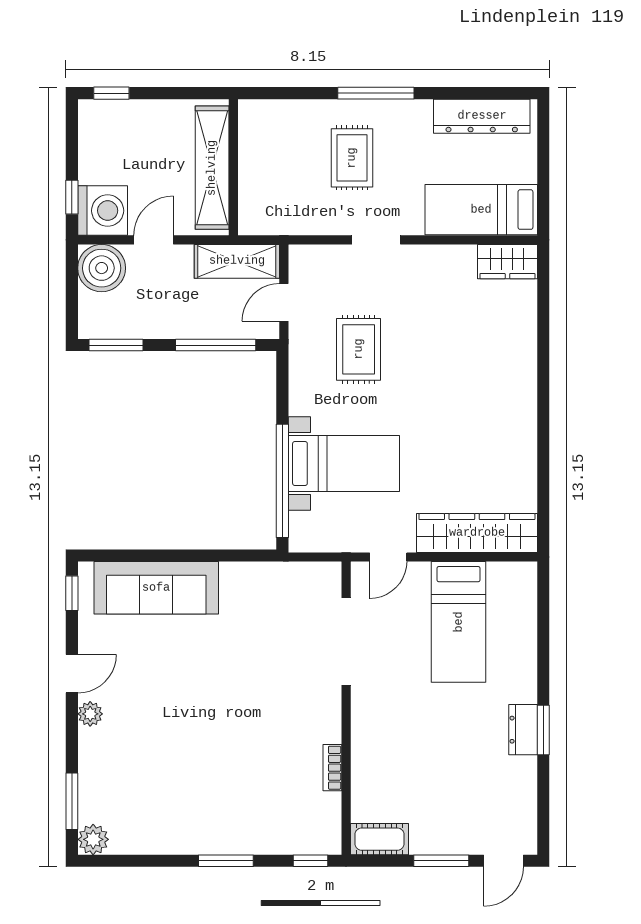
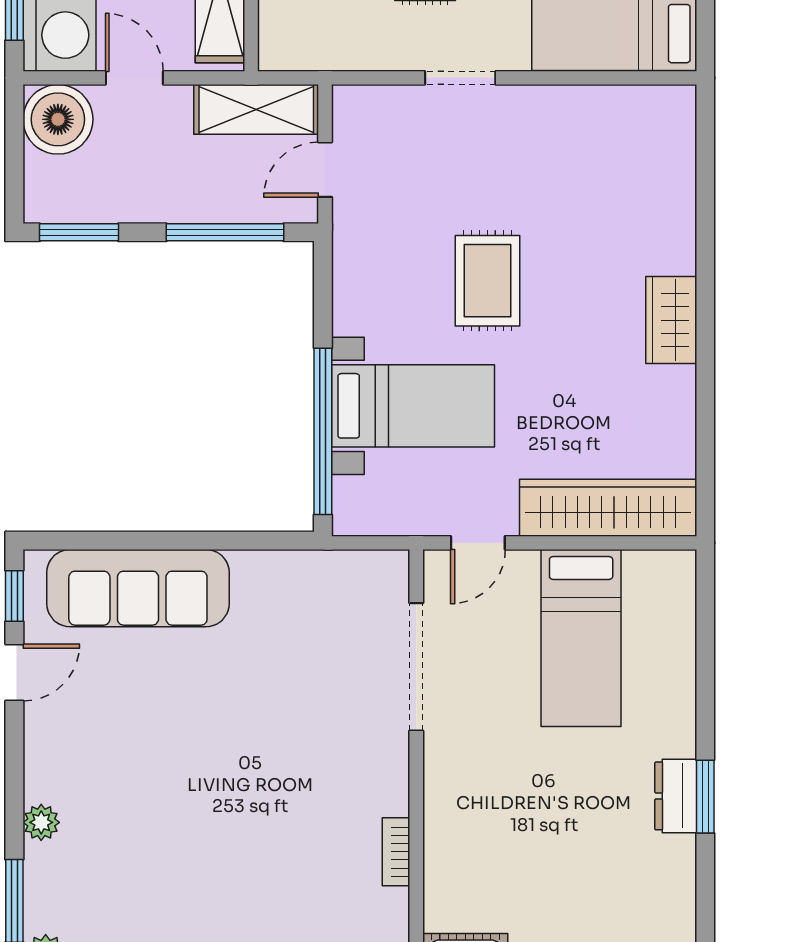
door: (154, 240) -> (134, 78), hinge flipped
wardrobe: (507, 262) -> (671, 320), moved, turned 90
rug: (359, 349) -> (487, 281), moved
door: (72, 674) -> (14, 672), moved
plant: (90, 714) -> (41, 822), moved

